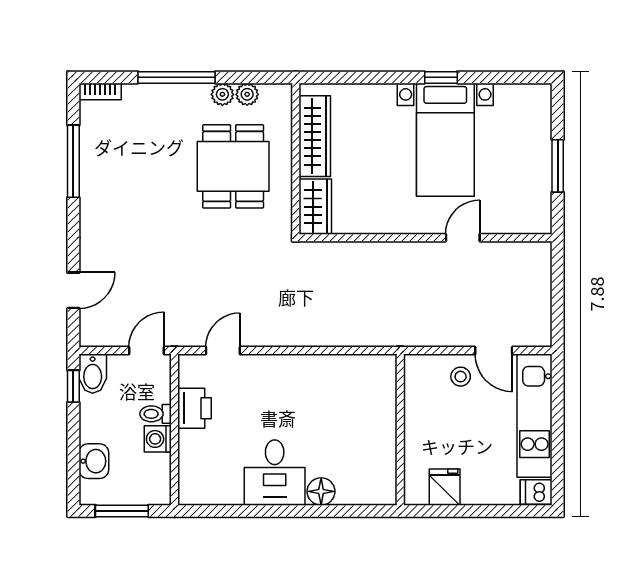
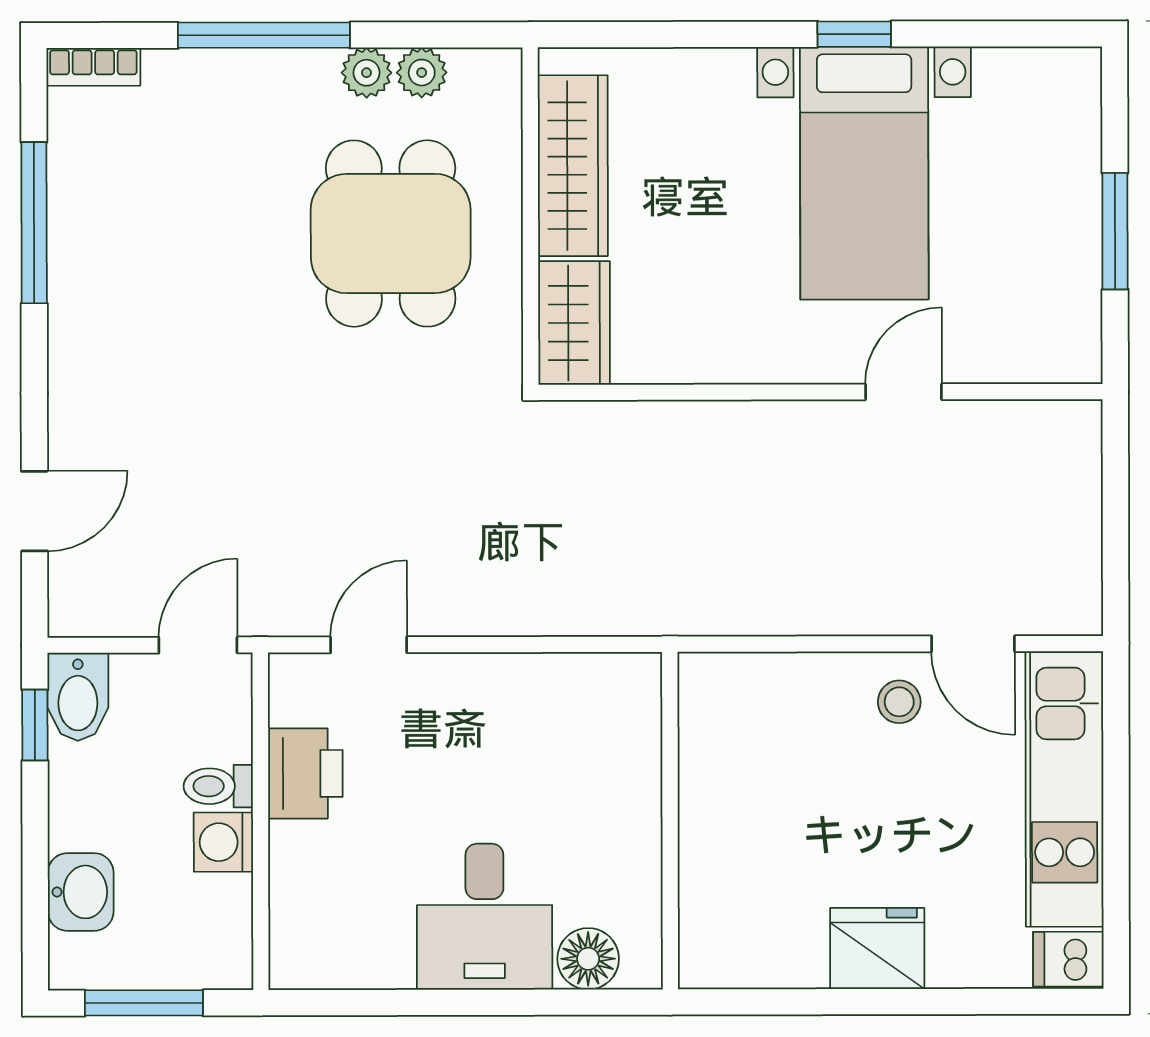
wall: (400, 430) -> (670, 821), moved
fridge: (445, 487) -> (877, 948), width x1.38

